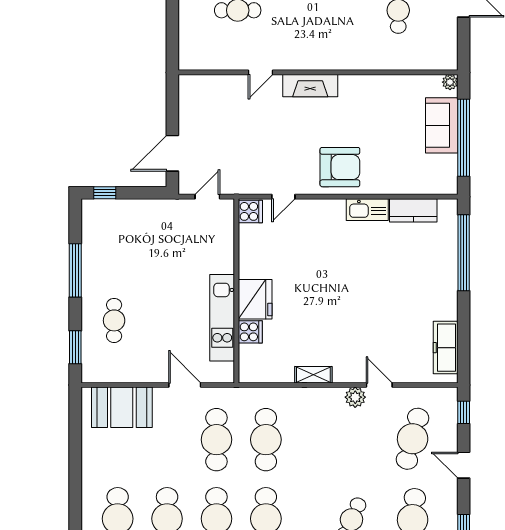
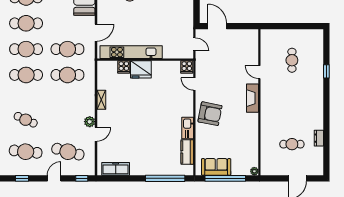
sofa: (442, 125) -> (216, 167), moved
armchair: (340, 167) -> (210, 114), turned -79
kitchen unit: (222, 318) -> (131, 52), width x1.36

